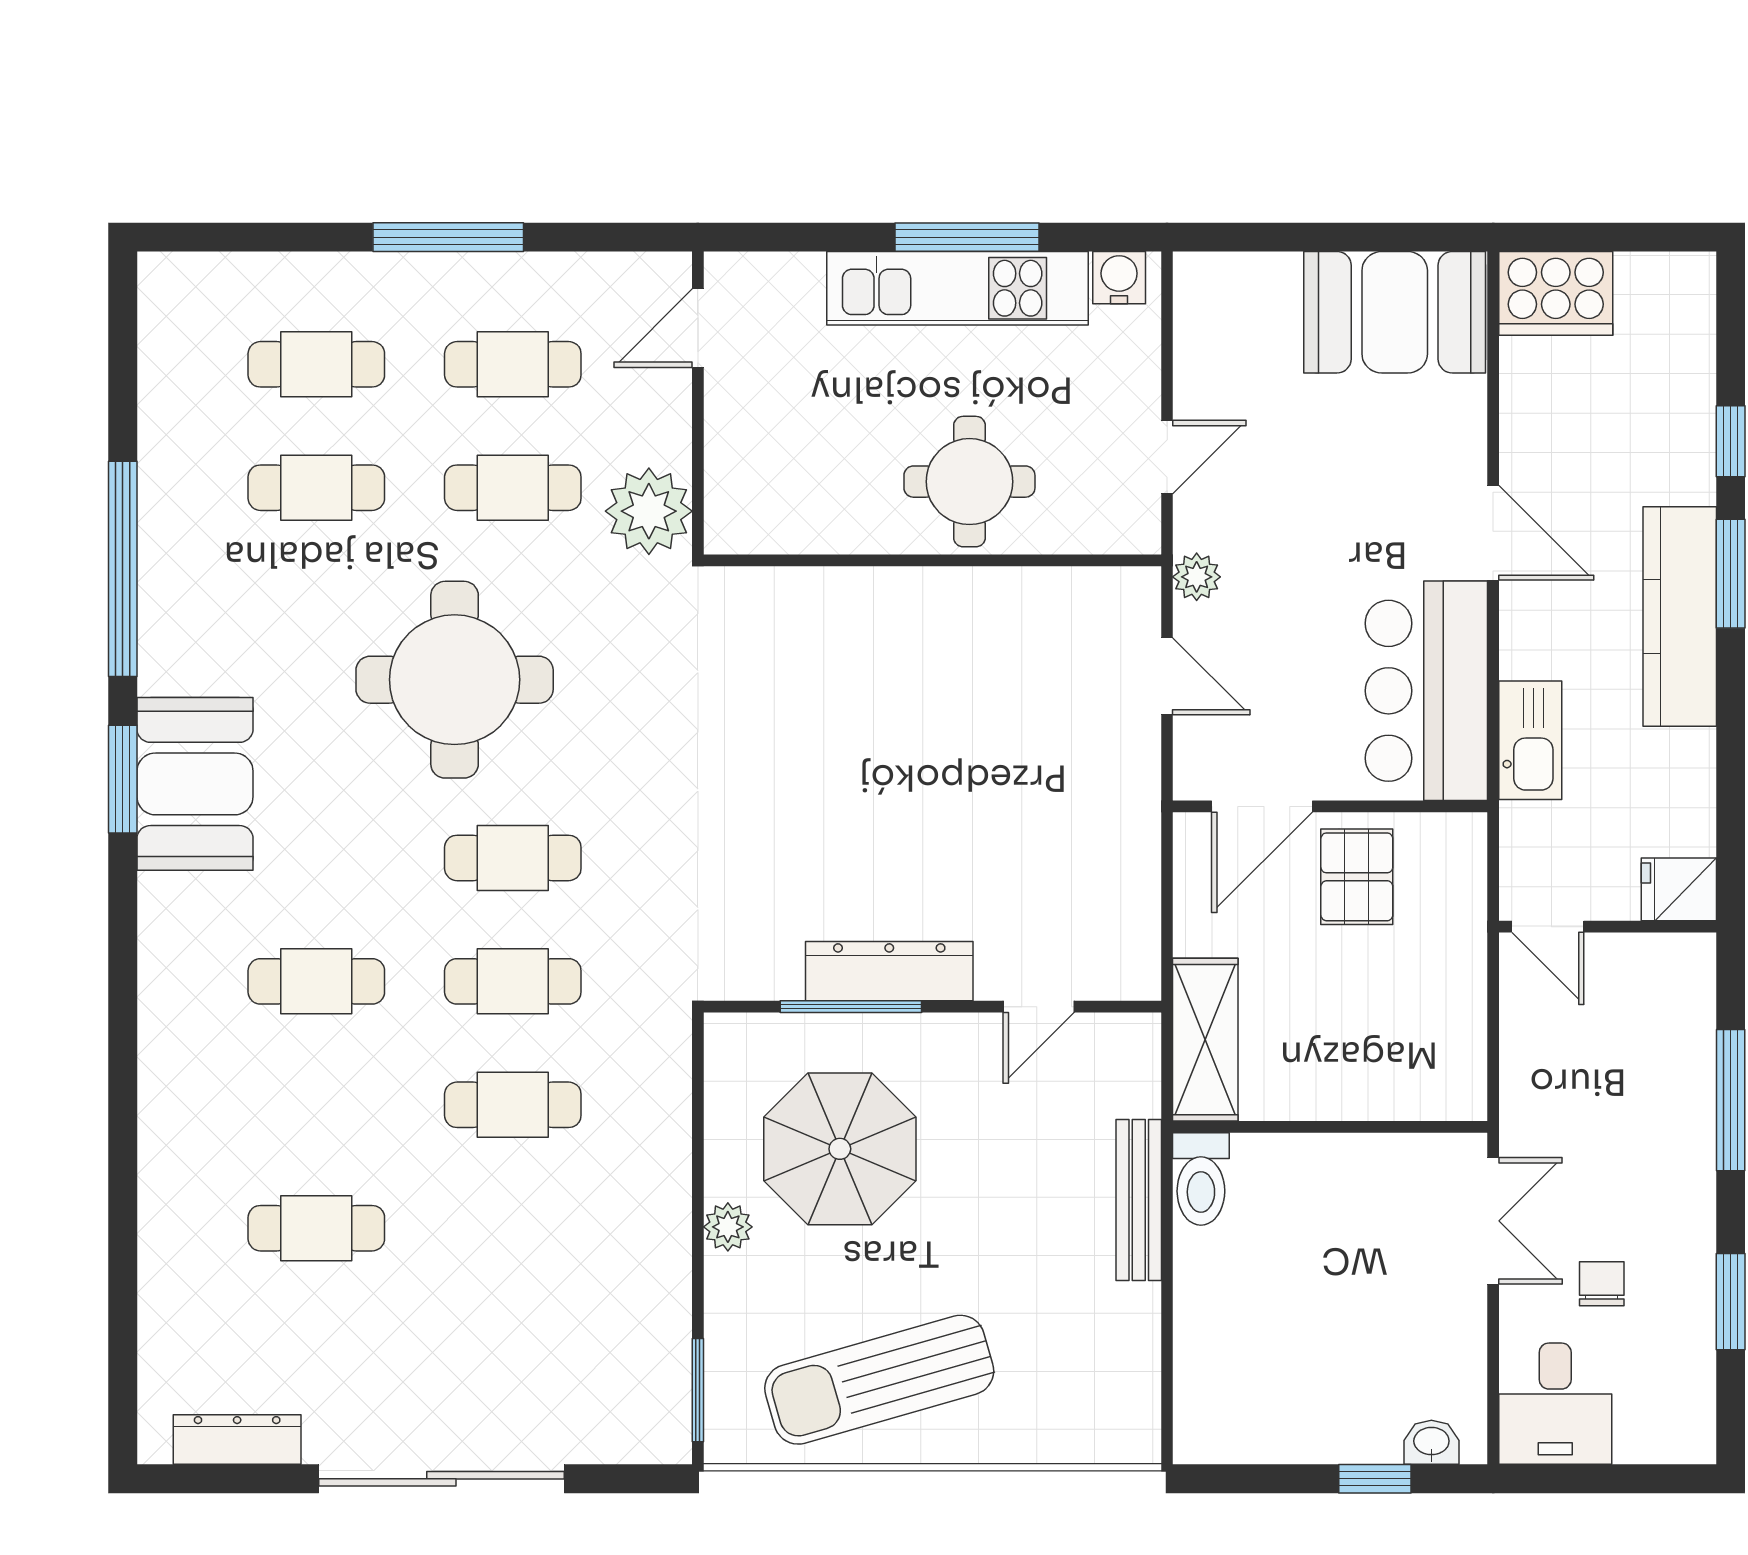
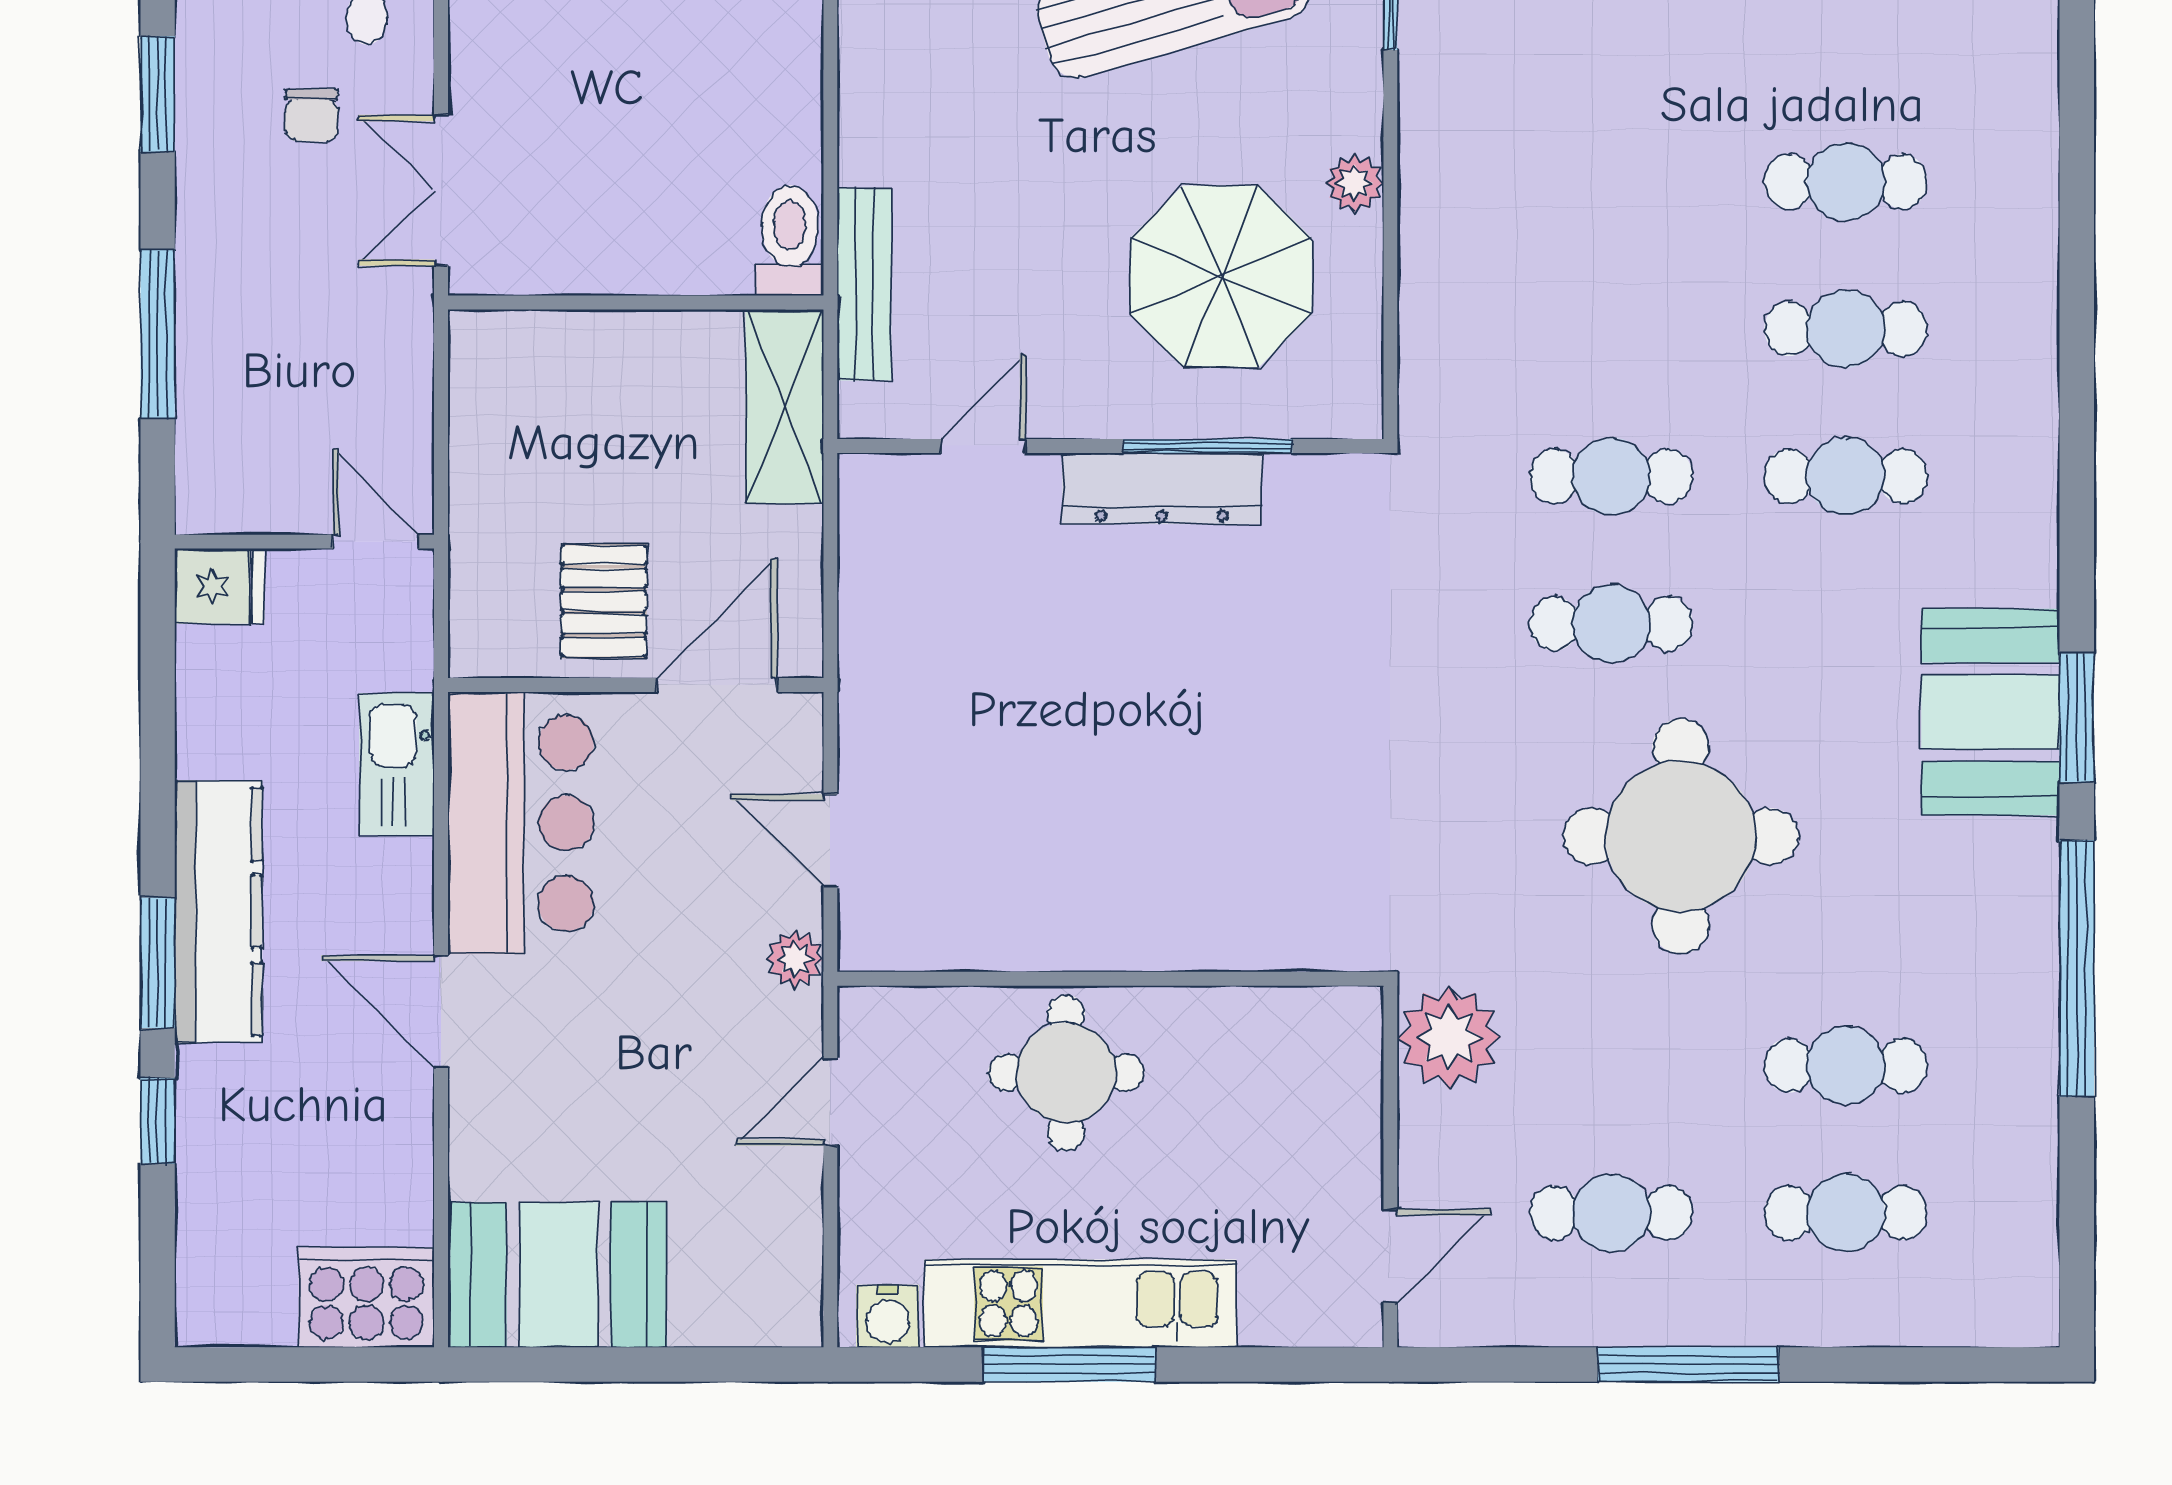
cafe table: (513, 488) -> (1611, 1065), removed
cafe table: (513, 1105) -> (1846, 329), moved
bench: (1139, 1200) -> (864, 284), moved

